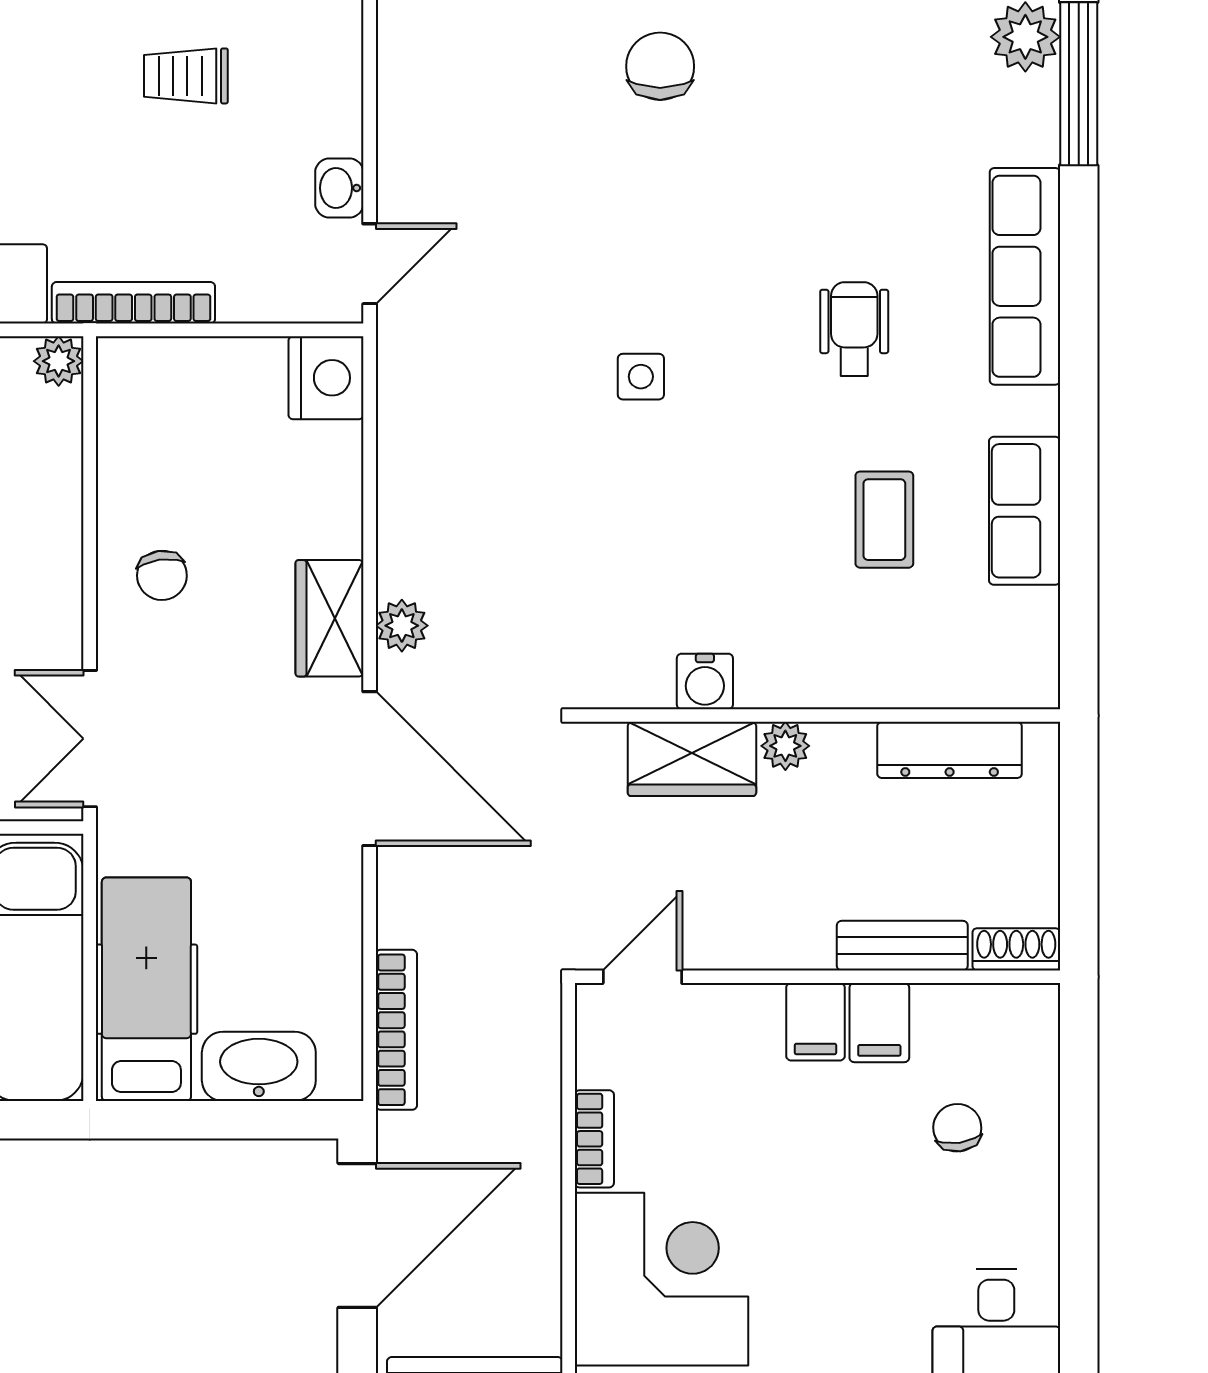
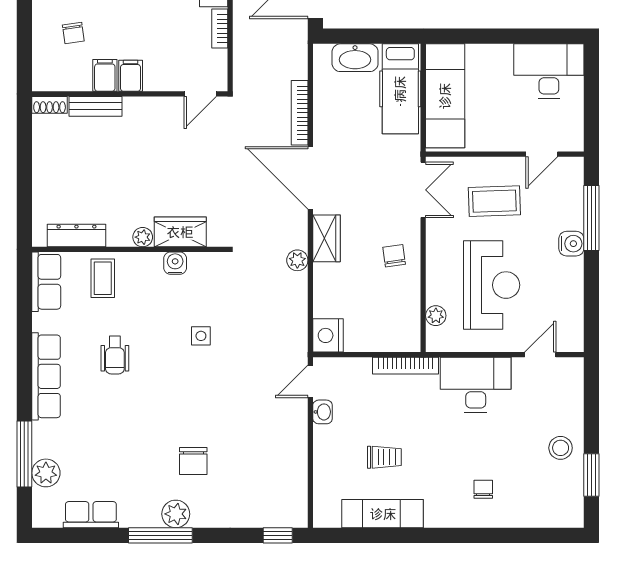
plant: (59, 361) -> (436, 316), moved
plant: (402, 626) -> (297, 260), moved
water cooler: (705, 681) -> (175, 263), moved
wall: (817, 716) -> (130, 249), moved
plant: (785, 746) -> (143, 237), moved
dresser: (950, 750) -> (76, 235), moved
wardrobe: (692, 759) -> (180, 232), moved
bookcase: (396, 1030) -> (300, 113), moved

